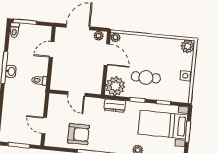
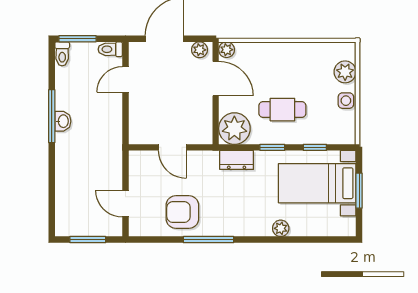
plant: (188, 46) -> (345, 72), moved
toilet: (39, 80) -> (110, 49), moved
armchair: (79, 134) -> (182, 212), turned 180

